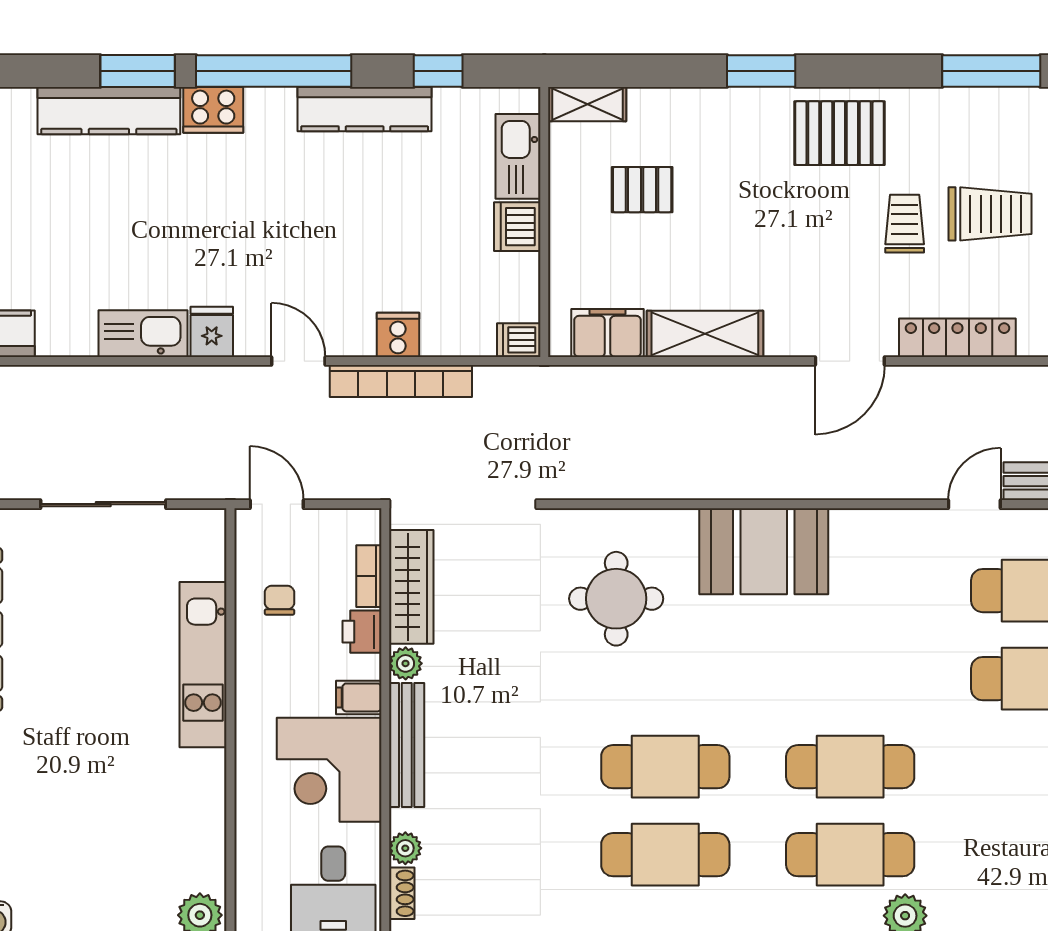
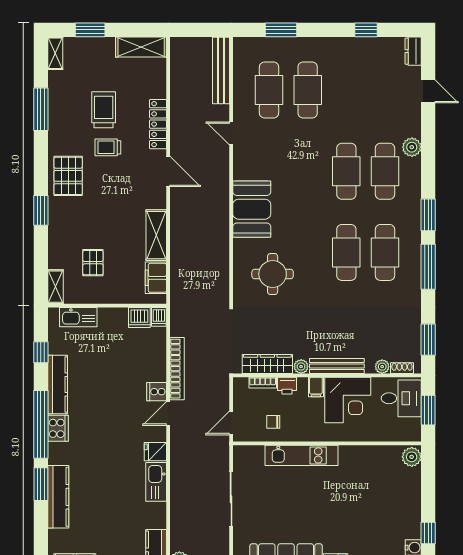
cooker: (213, 110) -> (58, 428), moved
dishwasher: (517, 227) -> (139, 317), moved
cooker: (398, 335) -> (157, 392), moved
door: (974, 504) -> (231, 133), moved

